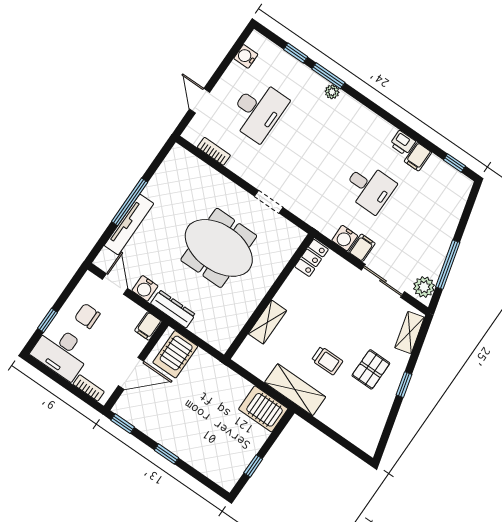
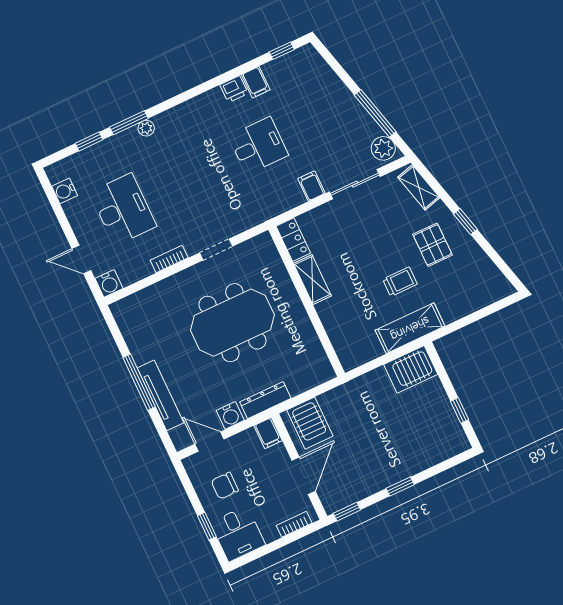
bookcase: (214, 151) -> (169, 259), moved
water cooler: (345, 238) -> (109, 283), moved
shelving: (267, 322) -> (312, 280), moved
desk: (61, 352) -> (238, 534), width x0.73

